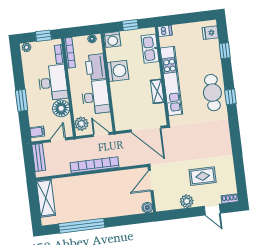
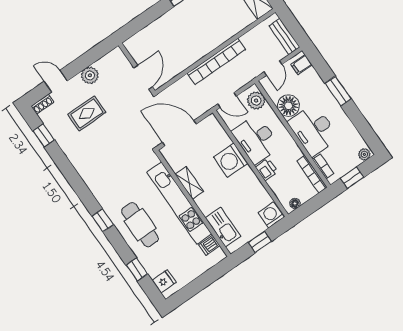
dishwasher: (165, 31) -> (209, 245), moved
printer: (96, 67) -> (267, 169), width x0.53, depth x0.68
washing machine: (118, 71) -> (231, 160), moved
cafe table: (212, 93) -> (140, 225), moved
window: (240, 177) -> (44, 135), added
boiler: (147, 208) -> (131, 45), removed

